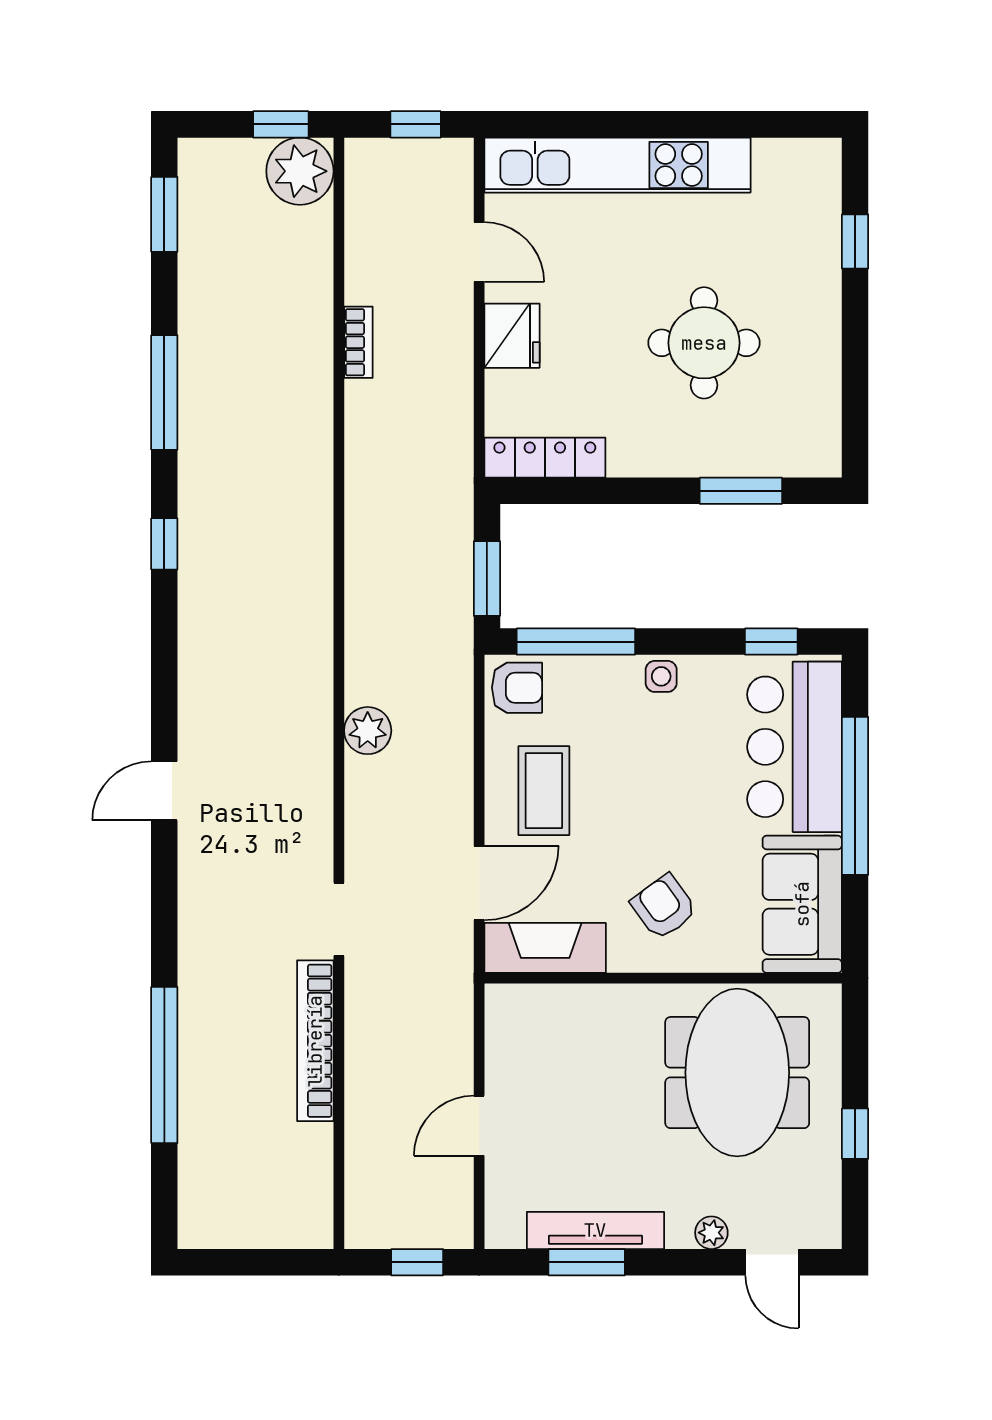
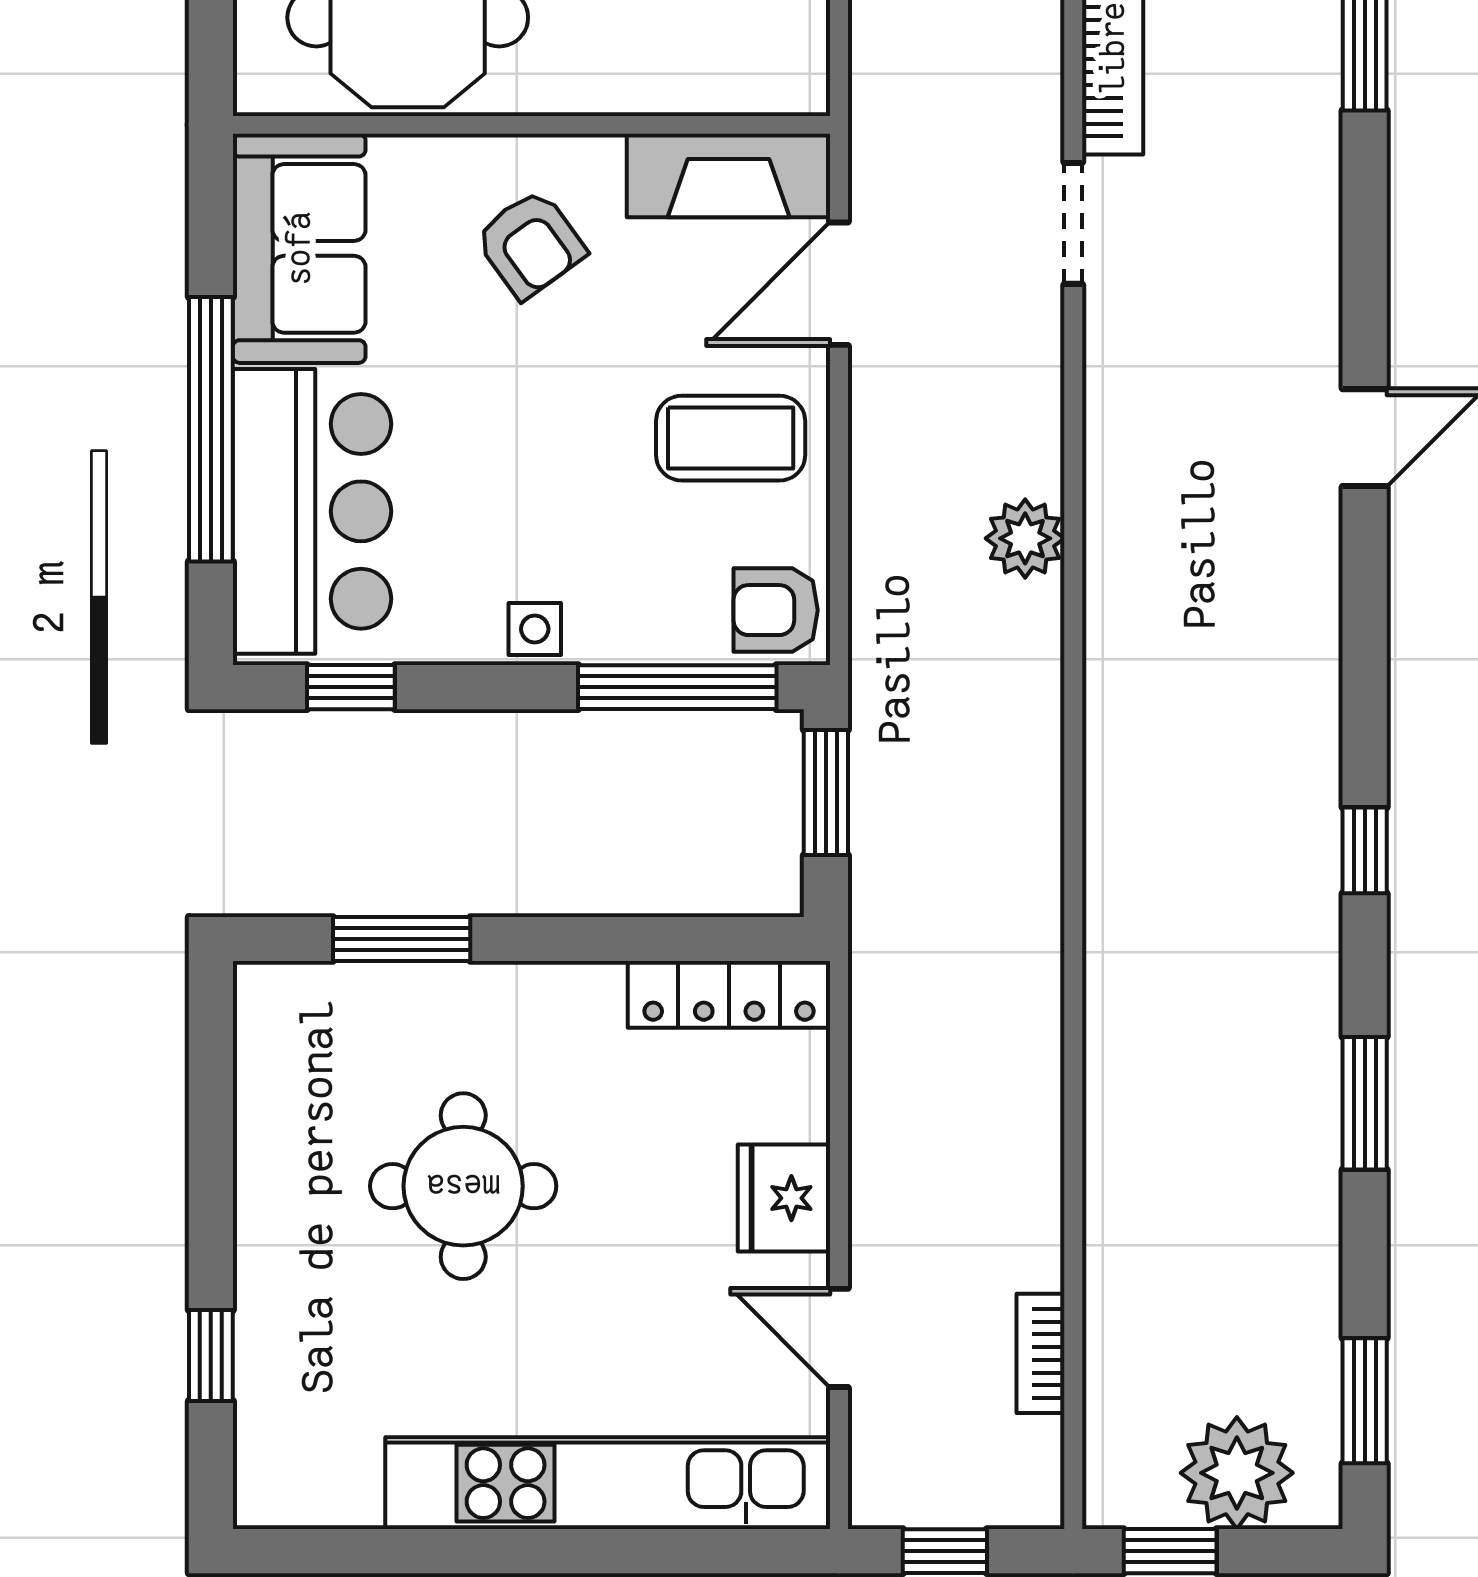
plant: (300, 171) -> (1237, 1473), moved
bookcase: (358, 342) -> (1041, 1353), moved
window: (164, 392) -> (1365, 1103), width x0.69
coffee table: (544, 791) -> (731, 438), turned 90

